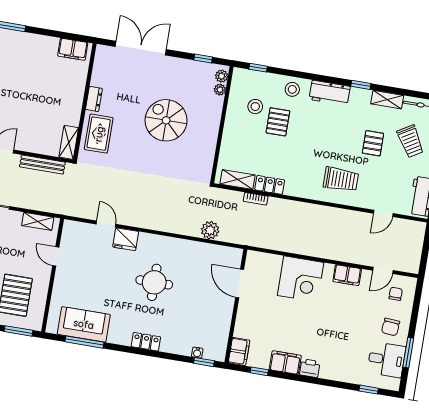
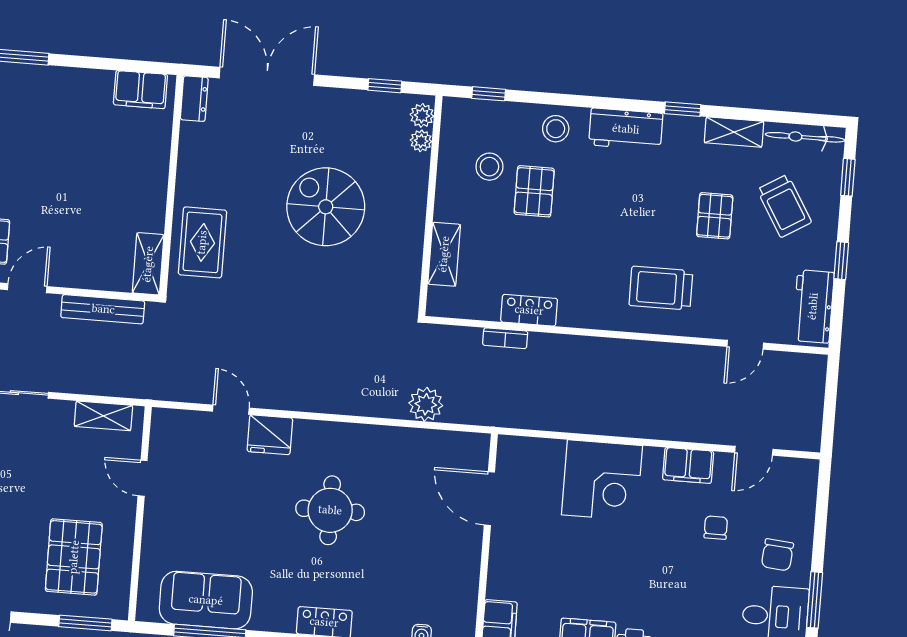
dresser: (94, 99) -> (194, 99), moved
trolley: (341, 179) -> (661, 288), turned 180
shelving: (237, 180) -> (444, 254), moved, turned 90
chair: (396, 294) -> (716, 528), moved

